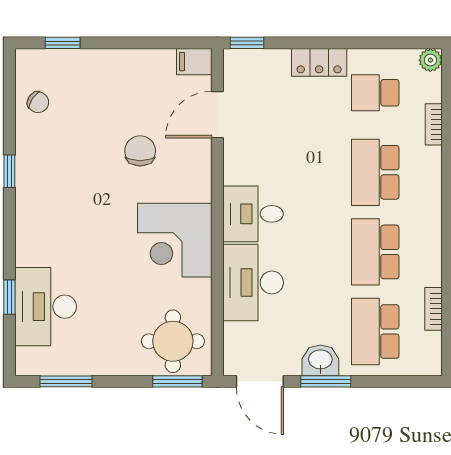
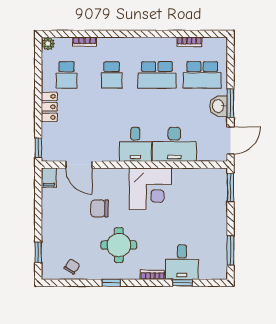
school desk: (375, 172) -> (112, 75), width x0.54
bookcase: (23, 244) -> (152, 275), added
desk: (46, 307) -> (182, 262), width x0.73
round table: (173, 341) -> (119, 245), moved

